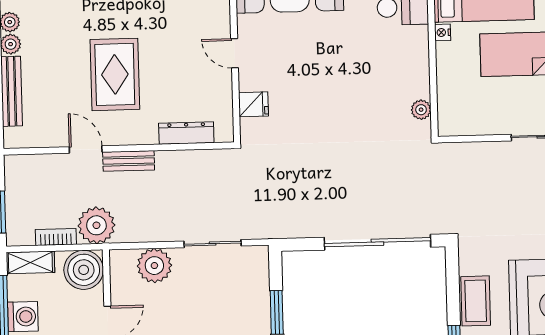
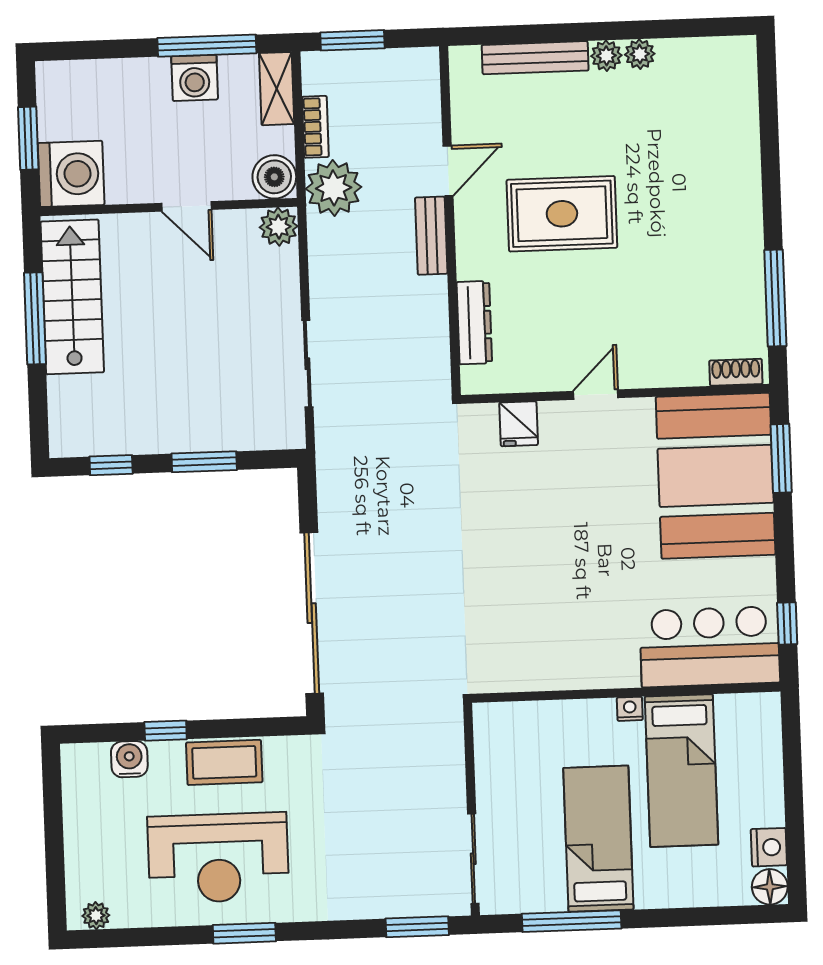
plant: (421, 110) -> (513, 677), removed
plant: (154, 266) -> (279, 227), moved, width x0.73, depth x0.73
boiler: (84, 270) -> (274, 177), width x0.73, depth x0.73

